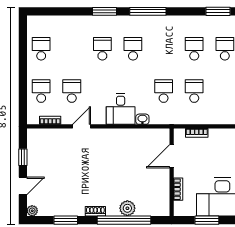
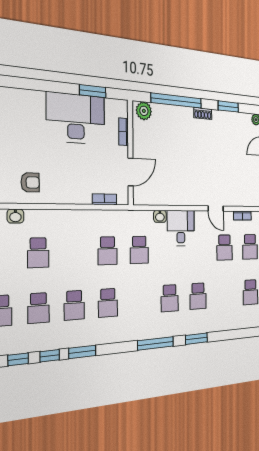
door: (82, 126) -> (216, 208), hinge flipped
plant: (127, 208) -> (144, 111), moved

